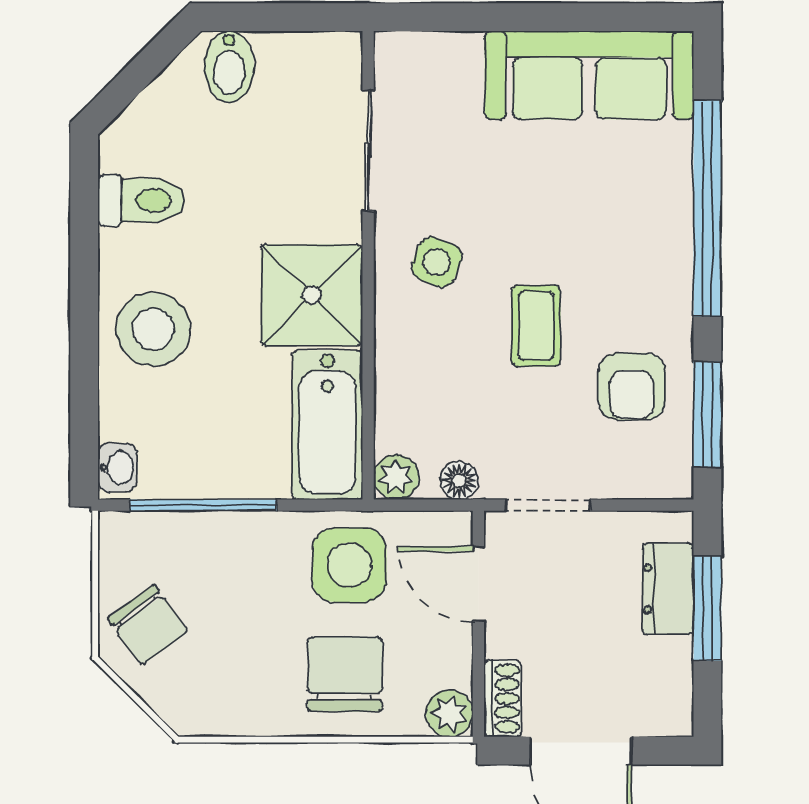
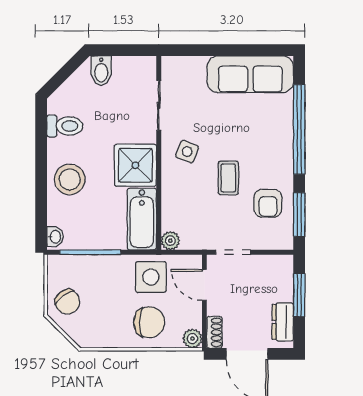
floor lamp: (459, 480) -> (196, 242), removed
dresser: (668, 589) -> (283, 322), moved
chair: (345, 674) -> (149, 322), turned 90

